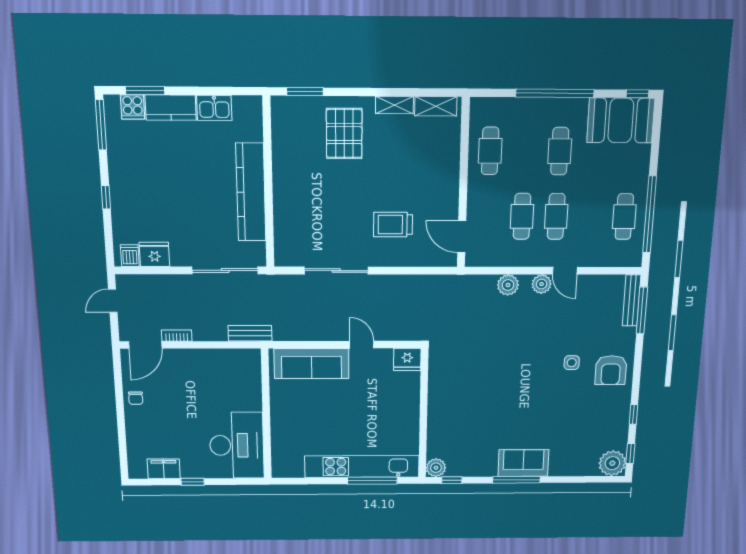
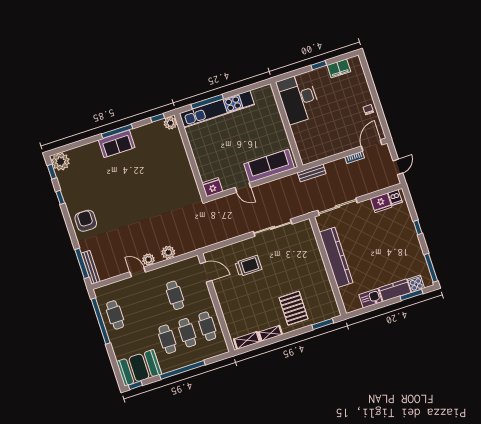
cafe table: (556, 216) -> (187, 333), moved
side table: (572, 363) -> (112, 218), removed

